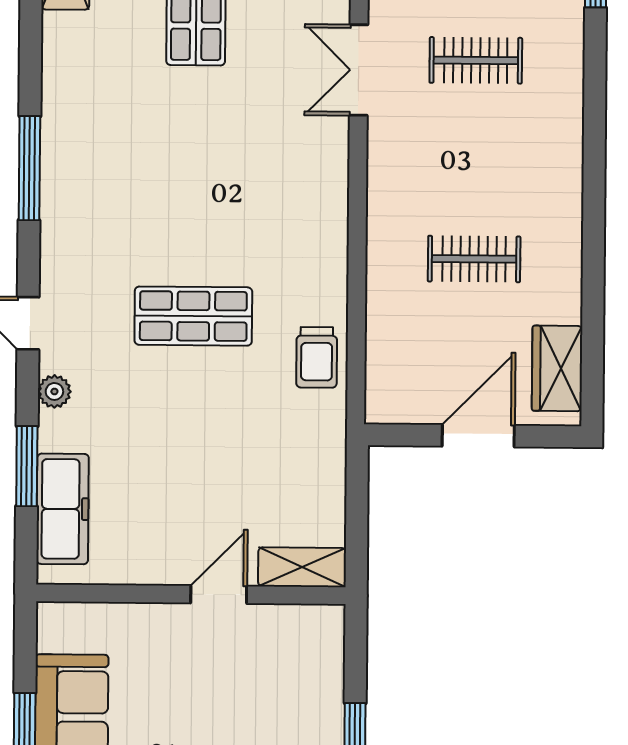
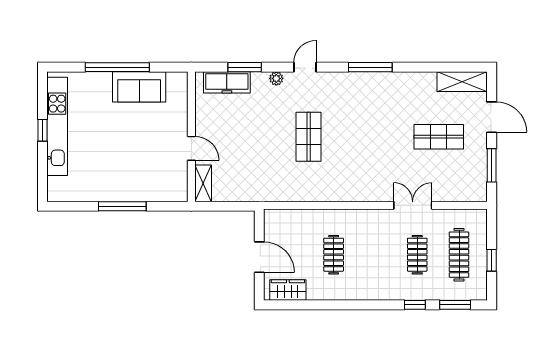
window: (595, 67) -> (415, 305), added
trolley: (317, 357) -> (292, 189), removed

